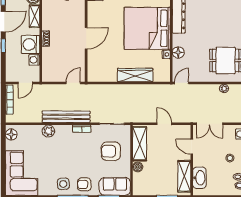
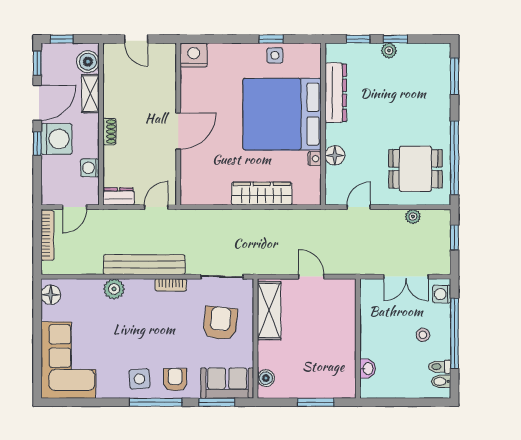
washing machine: (30, 45) -> (57, 139), moved, turned 180
dresser: (51, 77) -> (119, 196), added
door: (182, 83) -> (359, 207), moved
double door: (210, 124) -> (406, 277), moved
door: (192, 147) -> (358, 315), removed
armchair: (111, 151) -> (220, 323), turned 96
boiler: (138, 167) -> (266, 378), moved
shelving: (184, 176) -> (345, 366), removed
washbasin: (199, 178) -> (368, 369), width x0.52, depth x0.69
armchair: (84, 184) -> (175, 380), turned 90

